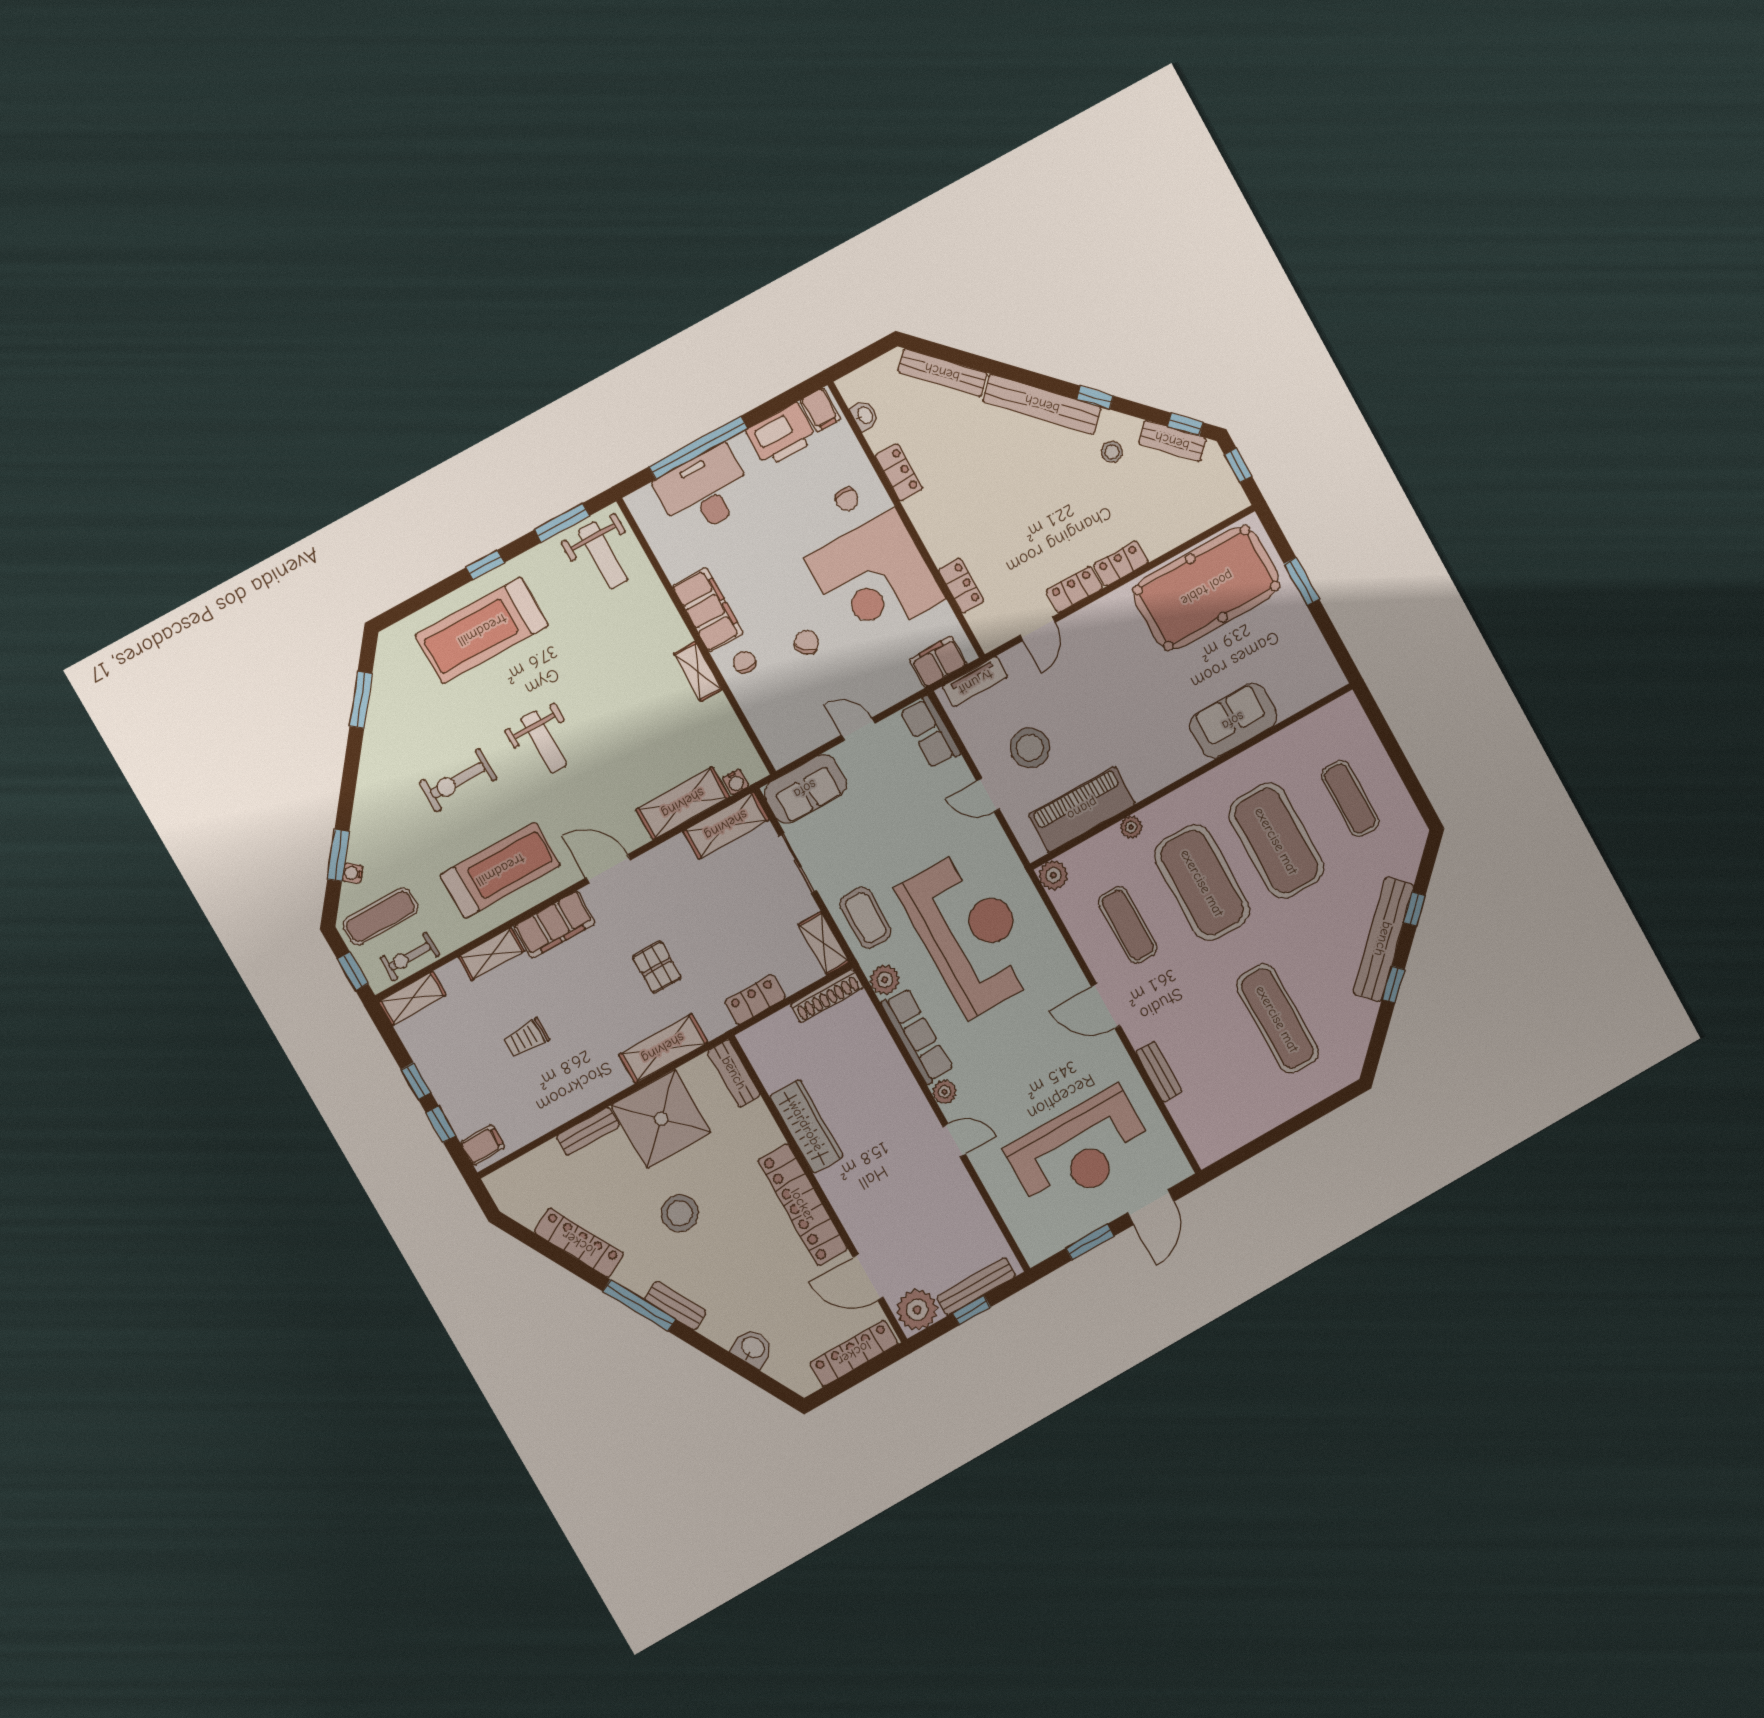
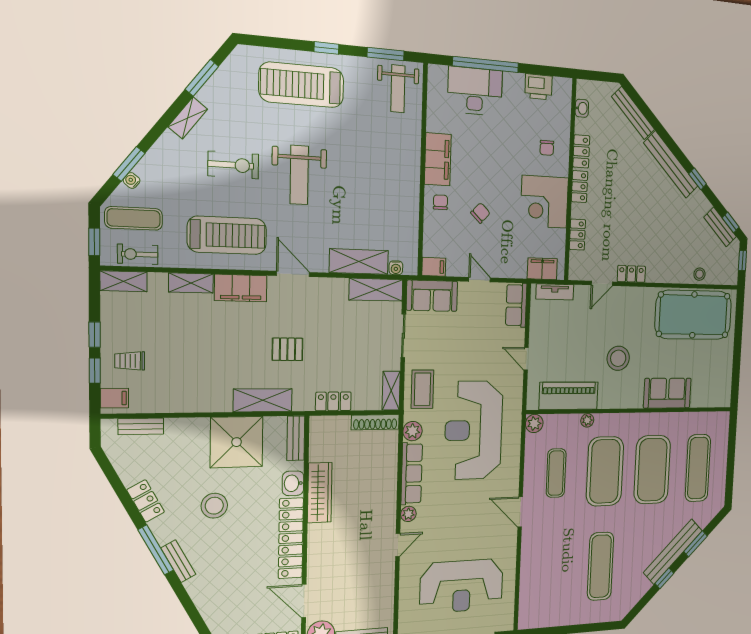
filing cabinet: (820, 410) -> (434, 267), moved, turned -90
printer: (782, 435) -> (539, 87), width x0.73, depth x0.84
stool: (1112, 452) -> (699, 274), moved
locker: (1121, 564) -> (580, 187), moved, turned 90
corner desk: (875, 579) -> (544, 202), width x0.74, depth x0.74
window: (1302, 582) -> (738, 340), removed
shelving: (698, 672) -> (188, 118), moved, turned 38
weight bench: (544, 742) -> (299, 175), width x1.36, depth x1.33
stool: (1030, 748) -> (618, 358), moved
exercise bike: (458, 780) -> (233, 165), turned 180
exercise mat: (1350, 799) -> (698, 468), width x1.36, depth x1.45
window: (1414, 909) -> (695, 544), width x1.50
reception desk: (970, 932) -> (474, 430), turned 180
pallet: (657, 967) -> (287, 349), turned 90
trolley: (526, 1038) -> (130, 361), moved
bench: (1159, 1072) -> (527, 564), removed
bench: (588, 1131) -> (141, 426), moved
door: (954, 1141) -> (398, 545), hinge flipped
locker: (579, 1243) -> (146, 501), width x0.66
washbasin: (753, 1348) -> (293, 483), moved, turned -152

